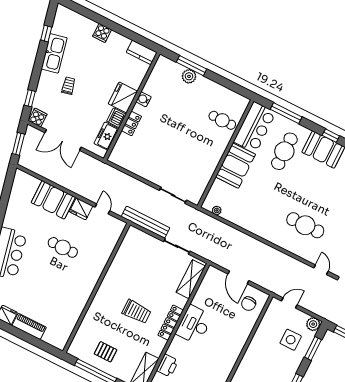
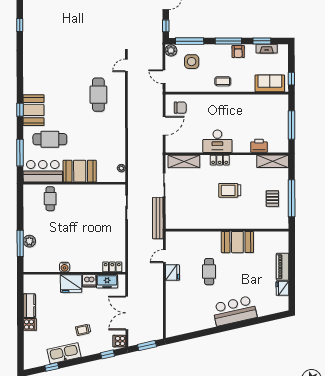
kitchen counter: (142, 52) -> (29, 306), moved
locker: (131, 124) -> (112, 267), moved
double door: (63, 140) -> (127, 313), swing flipped
booth: (53, 200) -> (237, 242), moved, turned 90
trolley: (136, 312) -> (230, 190), turned -90
locker: (171, 323) -> (220, 160), width x0.66
window: (313, 348) -> (190, 41), width x1.44
coffee table: (254, 362) -> (223, 81), added

